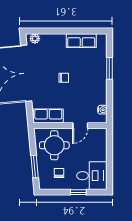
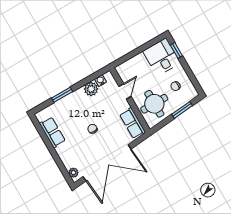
plant: (100, 97) -> (91, 89), added
door: (80, 126) -> (125, 91), hinge flipped
window: (78, 192) -> (176, 50), moved

